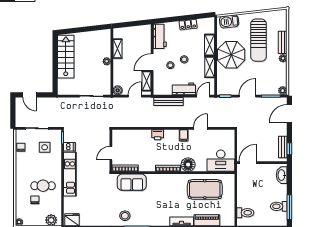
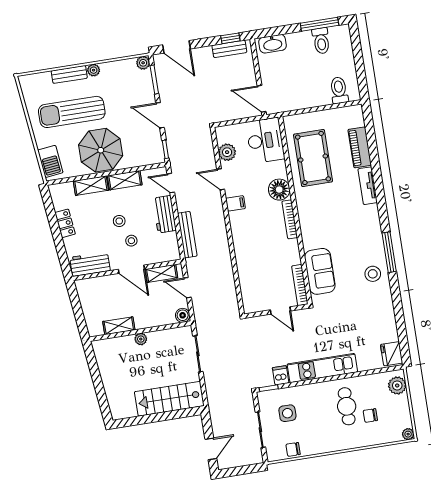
sun lounger: (259, 40) -> (72, 112), turned 180
stairs: (66, 57) -> (169, 399), moved
printer: (158, 135) -> (241, 243), removed
plant: (217, 135) -> (227, 152), added

